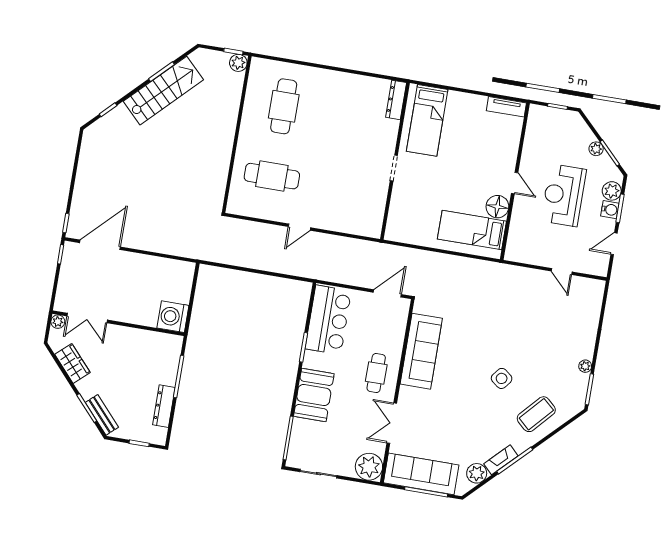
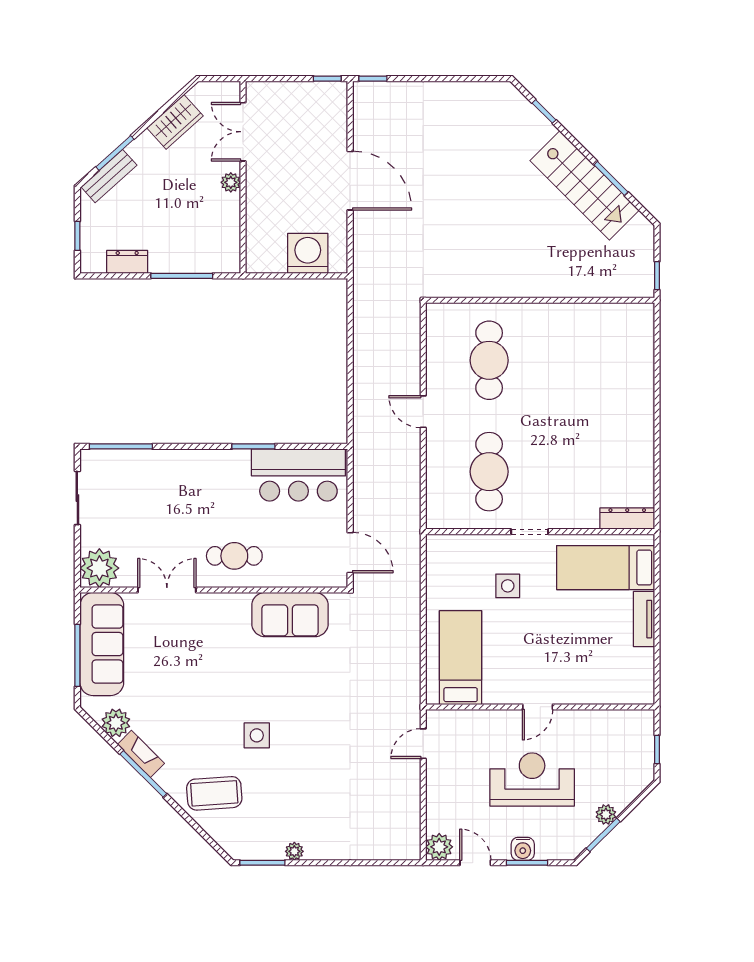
plant: (238, 63) -> (642, 285), removed
cafe table: (284, 106) -> (489, 472), moved, turned 90
tv unit: (506, 107) -> (644, 619), moved
side table: (428, 189) -> (508, 586), added
plant: (612, 191) -> (439, 847), moved
floor lamp: (497, 207) -> (500, 688), removed
door: (100, 245) -> (350, 181), moved
door: (562, 271) -> (423, 744), moved
washing machine: (173, 317) -> (308, 253), moved
plant: (58, 322) -> (231, 182), moved
sofa: (421, 351) -> (290, 615), width x0.73
side table: (502, 378) -> (257, 735), turned -38
booth: (314, 395) -> (188, 473), removed
dresser: (164, 406) -> (127, 262), width x0.70
coffee table: (536, 414) -> (214, 793), turned -46

